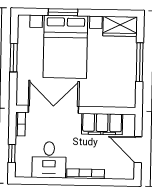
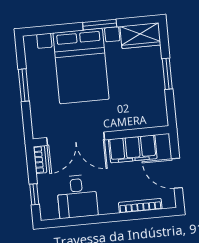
window: (63, 12) -> (100, 25), moved
window: (140, 62) -> (167, 74), width x0.69
double door: (53, 109) -> (76, 139), swing flipped
bookcase: (86, 174) -> (140, 206), moved

